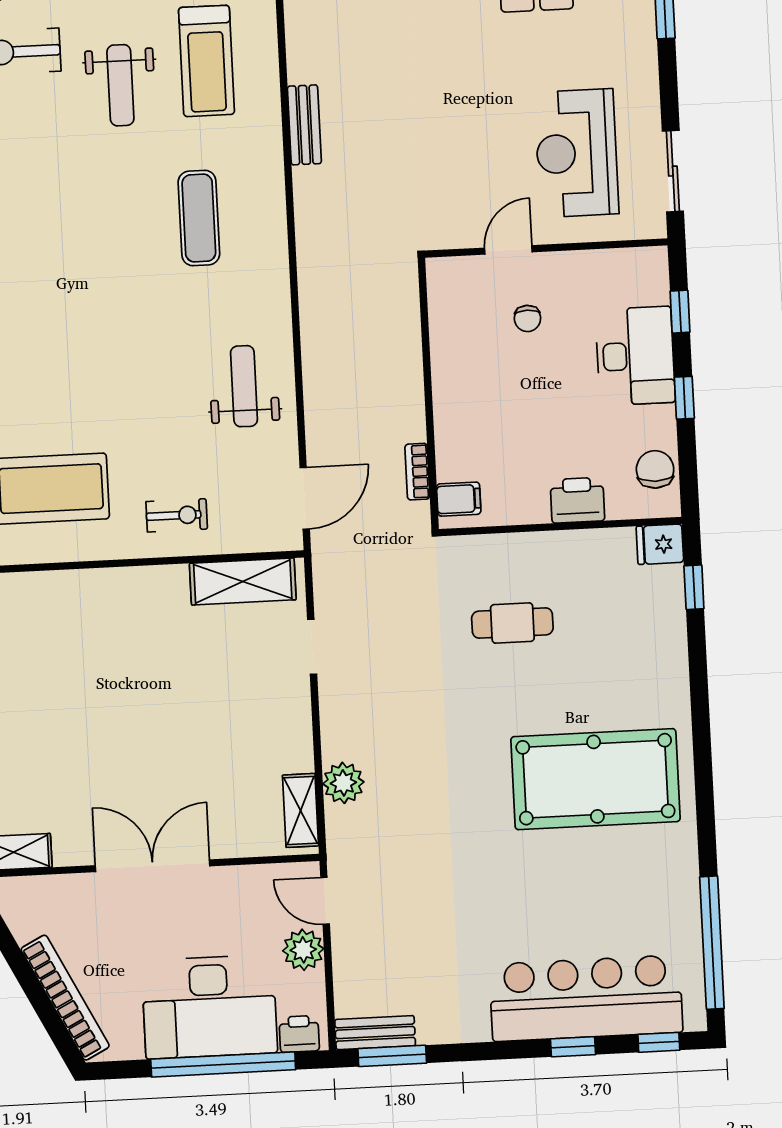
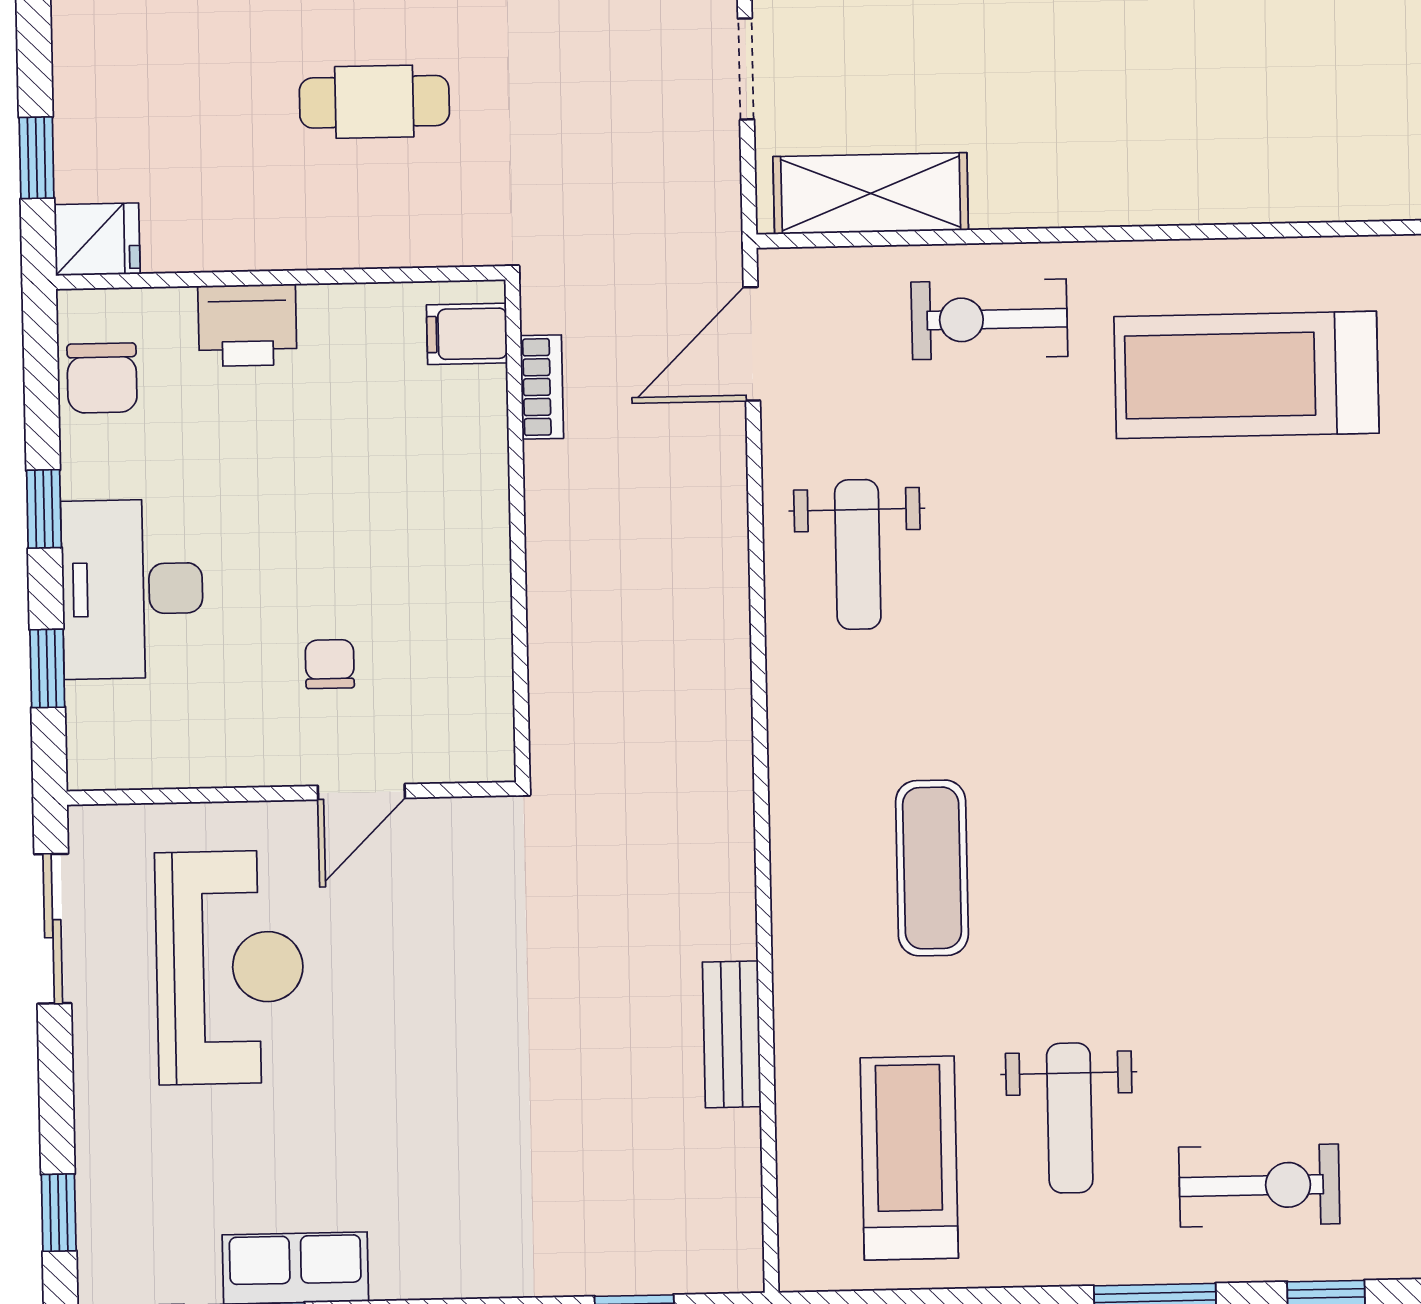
weight bench: (120, 85) -> (1070, 1118), turned 180
exercise bike: (177, 515) -> (989, 319), width x1.38, depth x1.39

